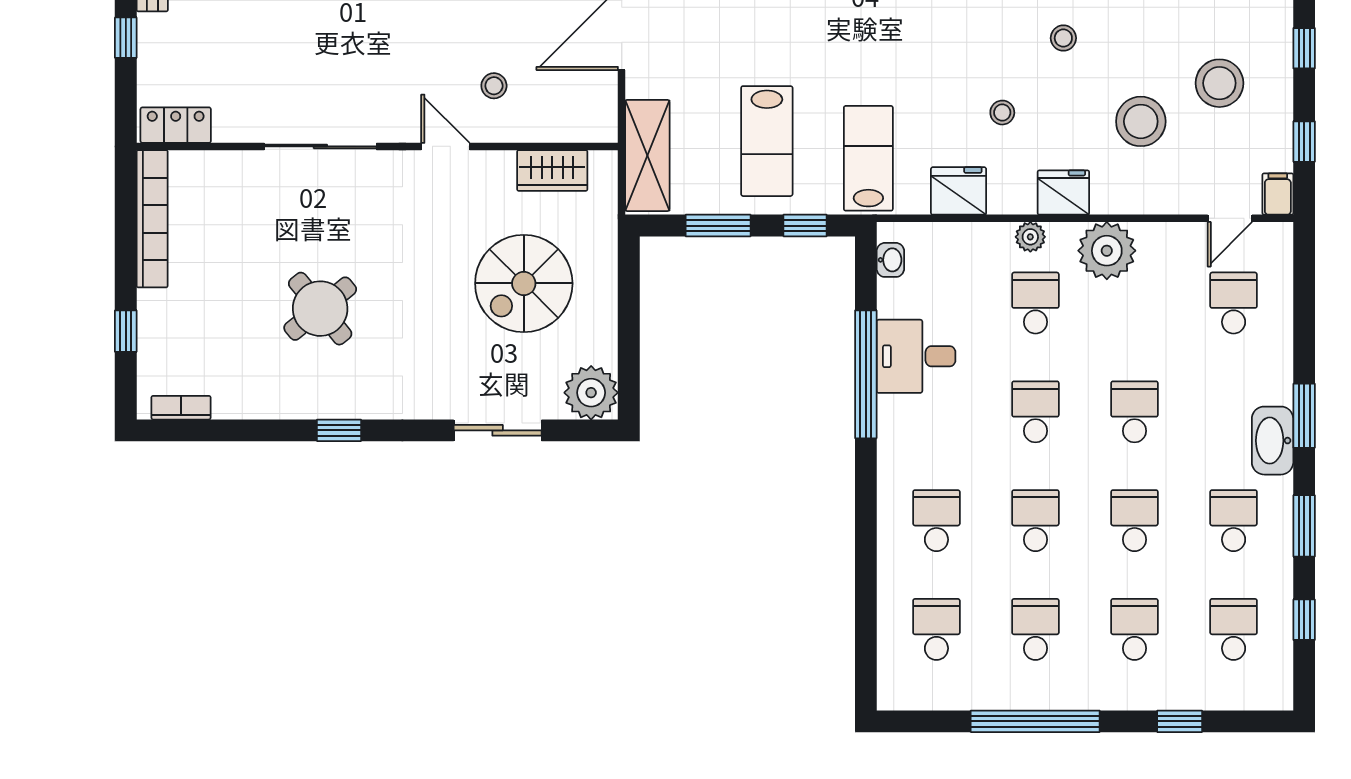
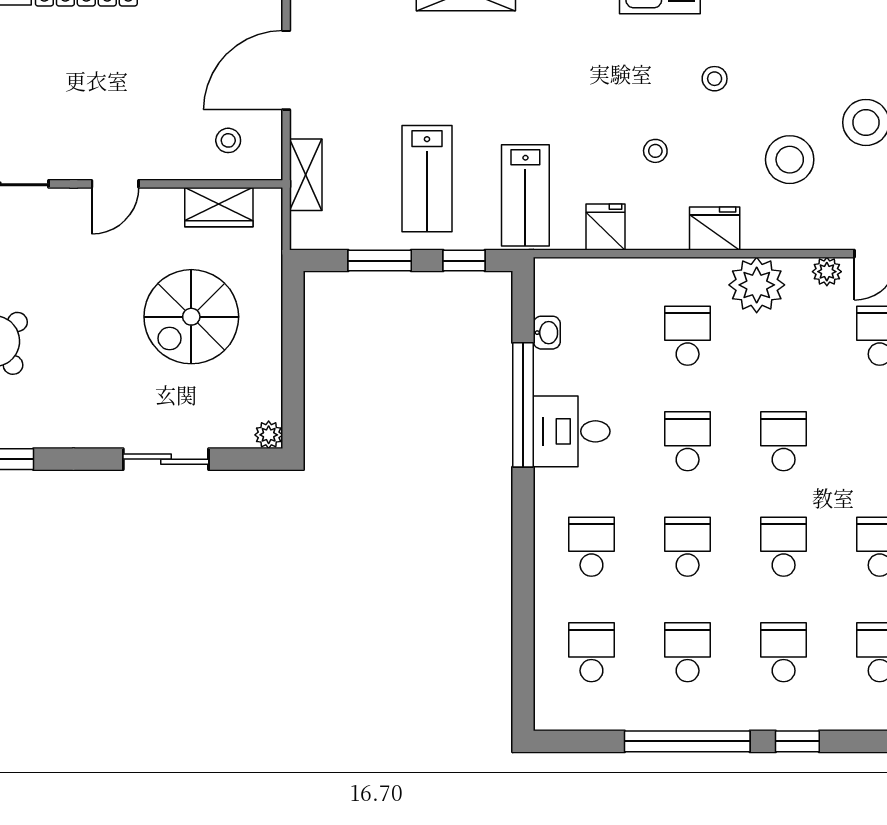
stool: (494, 86) -> (228, 140), moved
door: (445, 146) -> (115, 184), swing flipped
shelving: (647, 155) -> (306, 175), width x0.67, depth x0.75
lab bench: (868, 158) -> (525, 195), turned 180
fridge: (959, 191) -> (605, 227), width x0.72
plant: (1030, 237) -> (827, 272), moved
washbasin: (890, 260) -> (547, 333), moved
desk: (916, 356) -> (572, 431), moved
plant: (591, 393) -> (269, 435), width x0.53, depth x0.53
window: (1180, 721) -> (797, 741), moved

